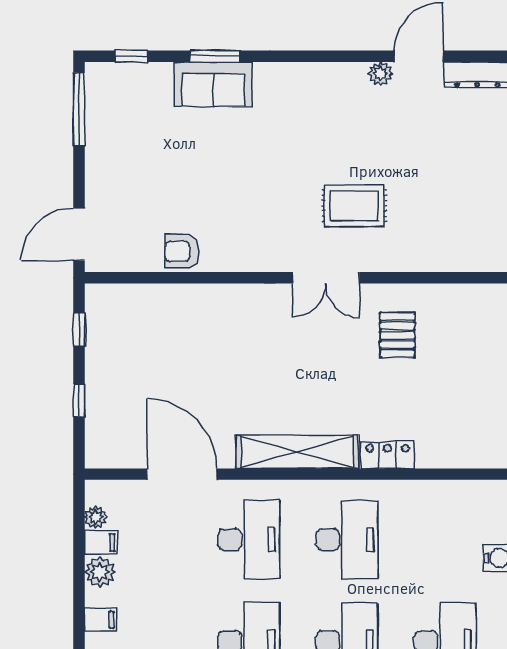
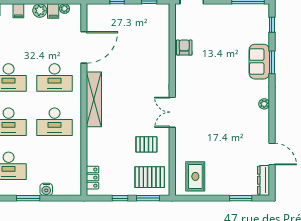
plant: (380, 73) -> (264, 104), moved
rug: (354, 206) -> (195, 176), moved
pallet: (470, 328) -> (150, 177), added
locker: (388, 455) -> (93, 178), moved

